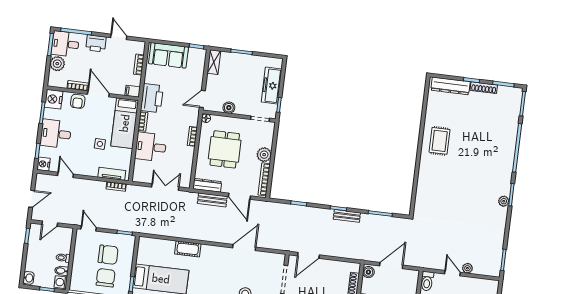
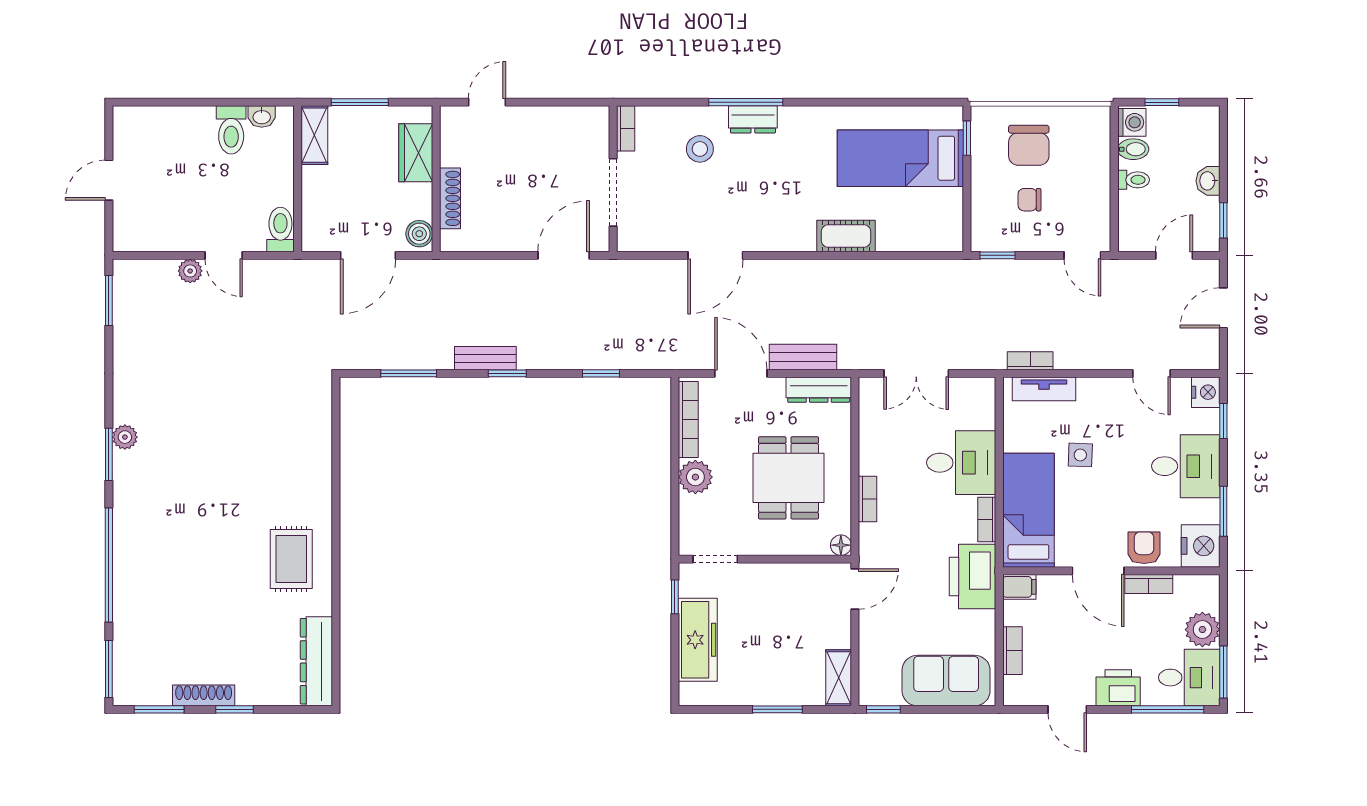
dresser: (450, 86) -> (316, 661), moved, turned -90
boiler: (229, 108) -> (791, 576), removed
chair: (108, 255) -> (1030, 200), width x0.54, depth x0.54
washbasin: (29, 278) -> (1208, 181), moved

